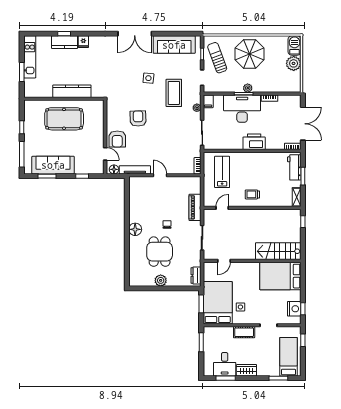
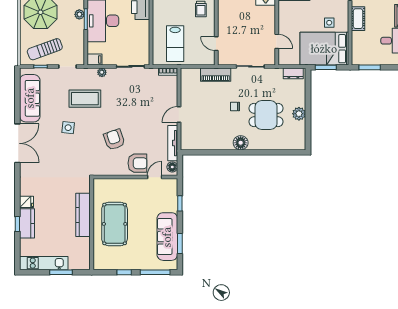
armchair: (138, 119) -> (114, 139), turned 73
lab bench: (222, 172) -> (175, 44), turned -90

